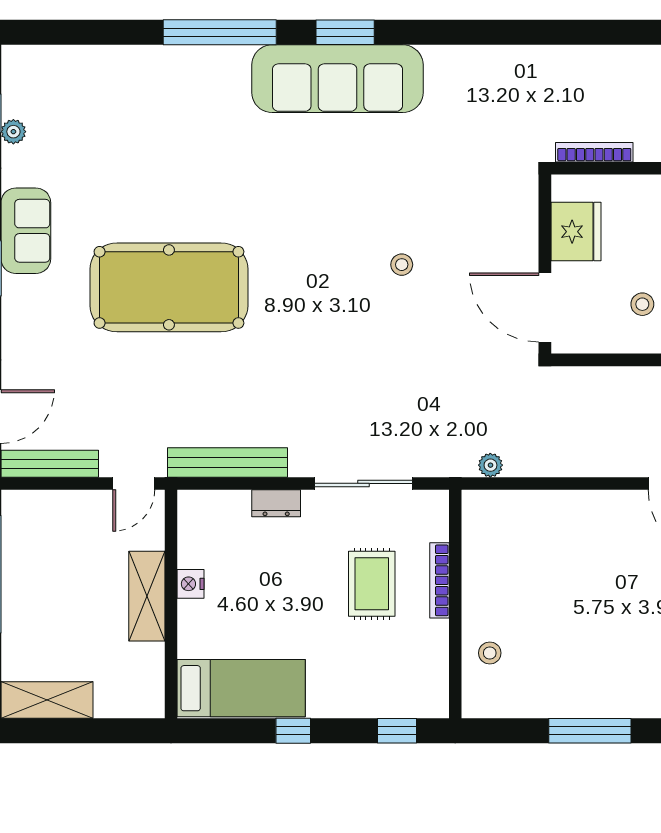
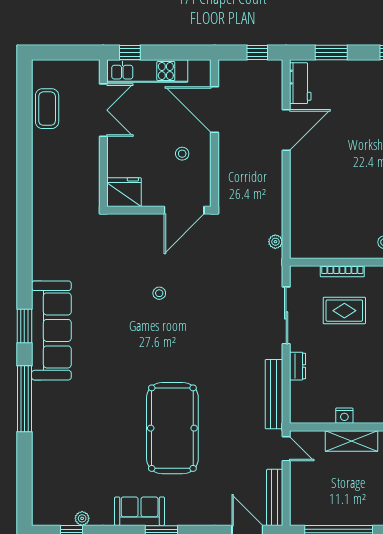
bookcase: (594, 152) -> (94, 181), removed
fridge: (576, 232) -> (124, 192), moved

